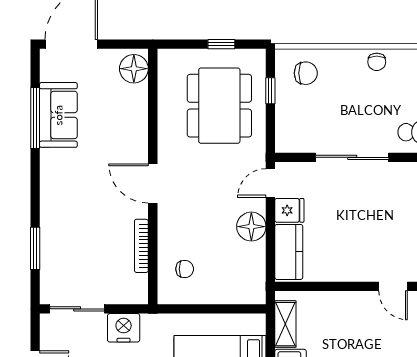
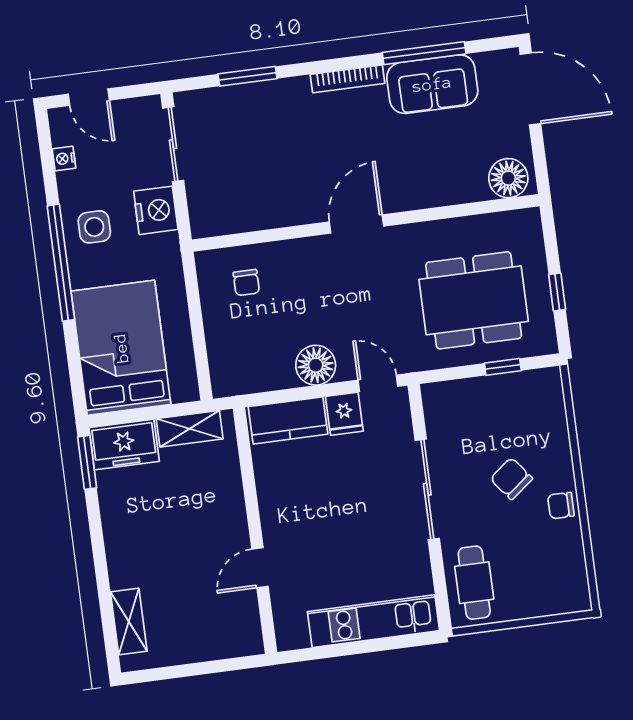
chair: (306, 73) -> (511, 479), moved, turned 142
bookcase: (141, 246) -> (348, 79), moved, turned 180

